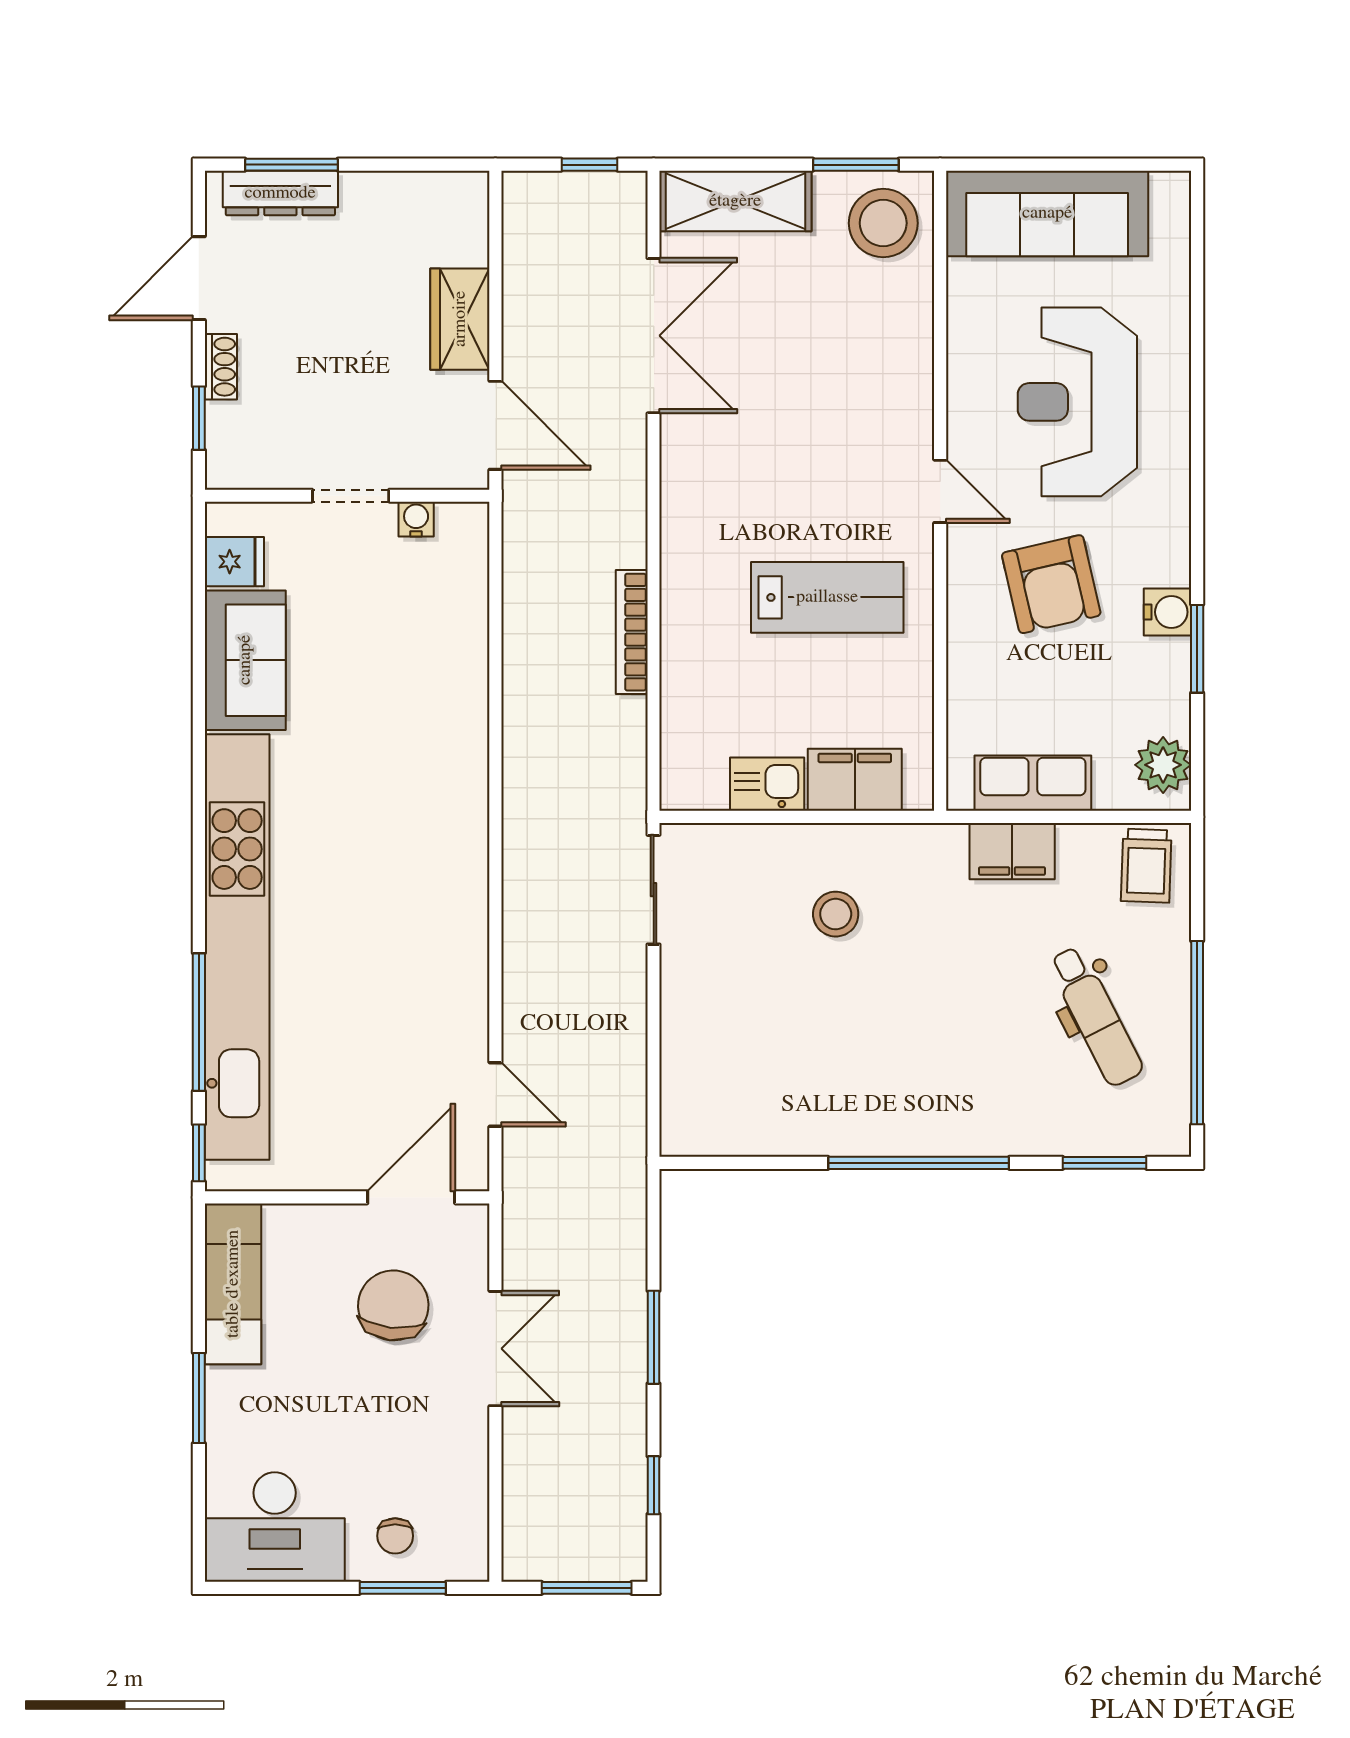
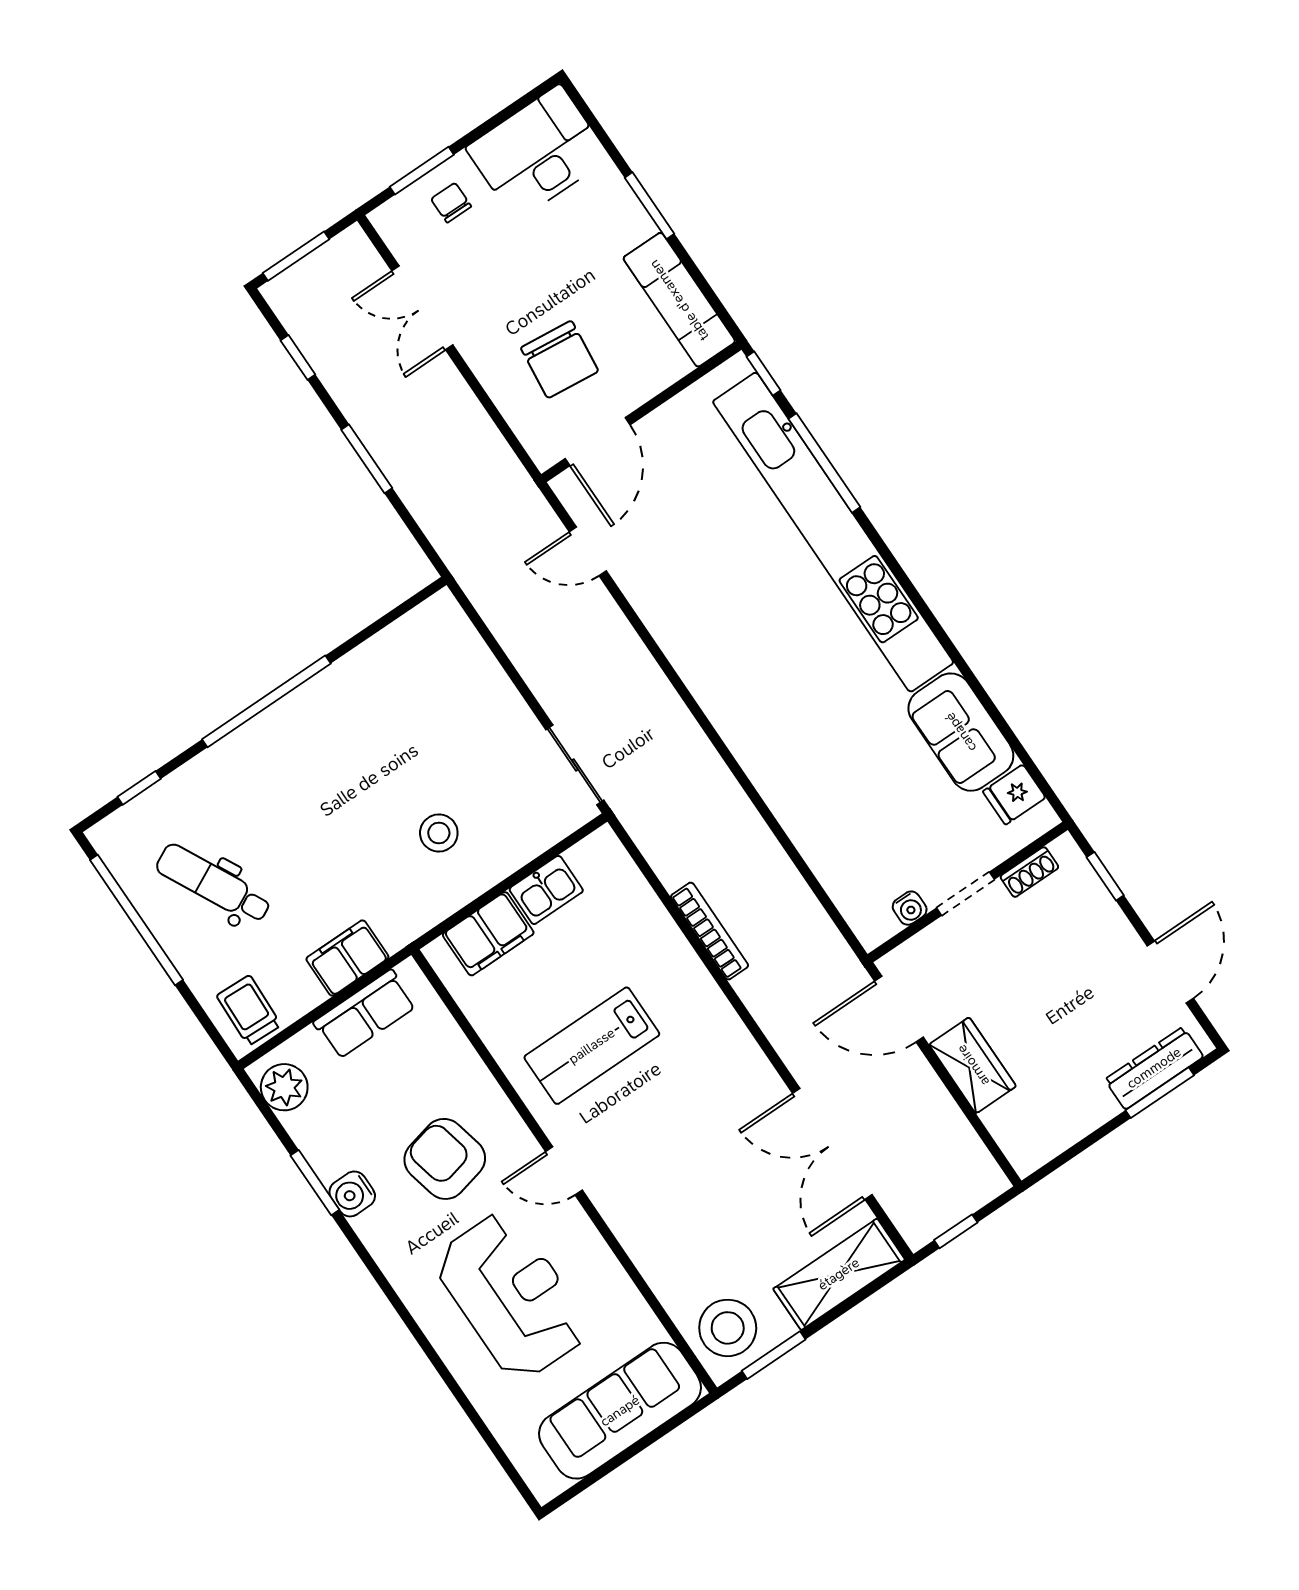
shoe rack: (221, 367) -> (1029, 872), moved, turned -90
window: (1105, 1163) -> (139, 788), width x0.67
double door: (495, 1349) -> (422, 308), moved

